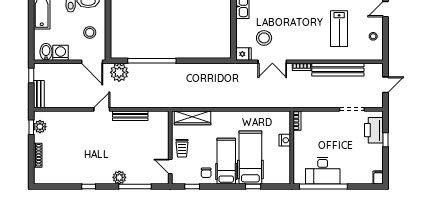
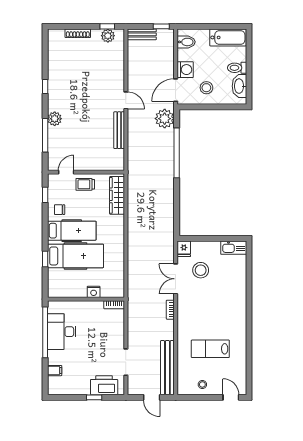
washing machine: (60, 53) -> (185, 70), moved
bench: (338, 70) -> (167, 368), moved
filing cabinet: (378, 178) -> (55, 371), moved

